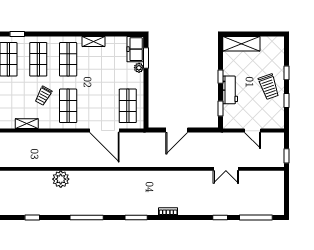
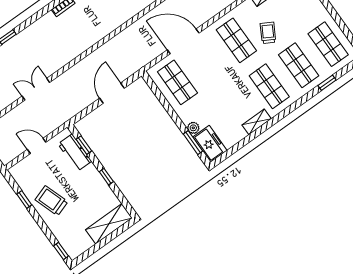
window: (17, 34) -> (327, 83), moved
window: (286, 73) -> (61, 251), moved
workbench: (230, 90) -> (75, 153), moved

